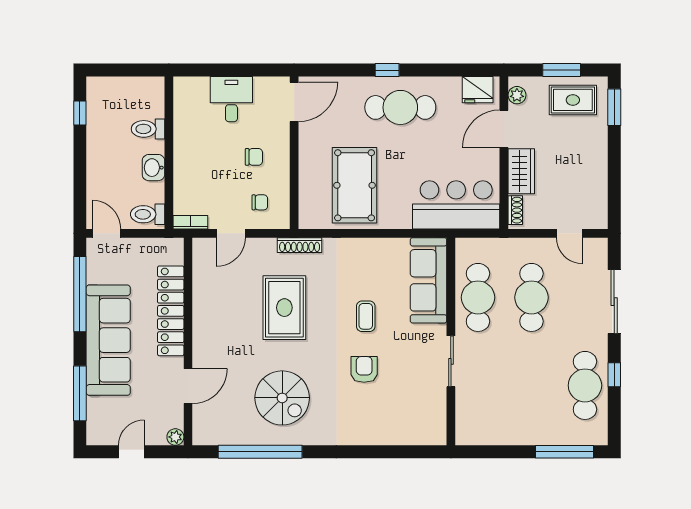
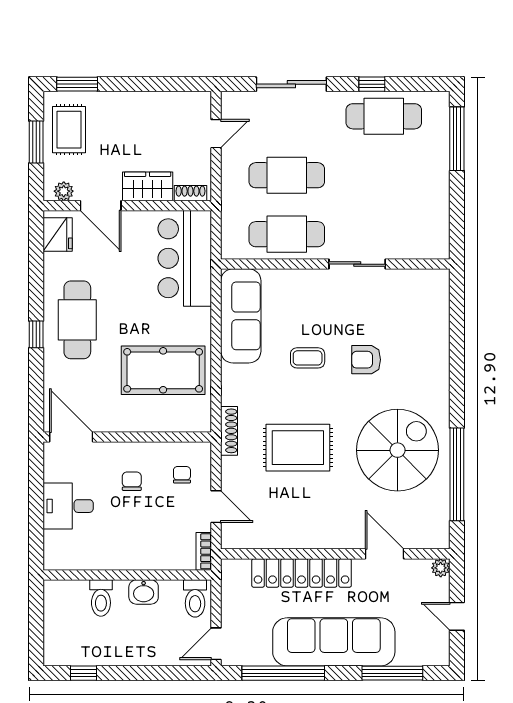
sofa: (428, 280) -> (241, 316), moved, turned -90
spiral stairs: (282, 398) -> (398, 450), width x1.37, depth x1.37

